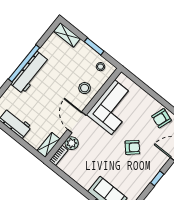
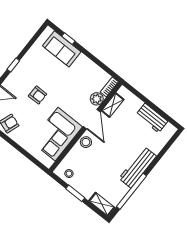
window: (24, 63) -> (131, 191), moved
stool: (85, 88) -> (86, 142), moved
shelving: (49, 145) -> (113, 105), moved
armchair: (132, 147) -> (38, 95), turned -138

